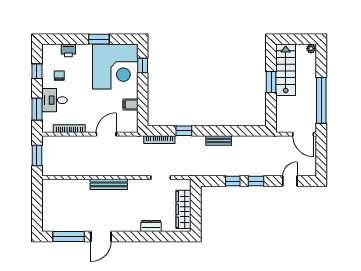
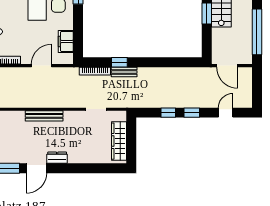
filing cabinet: (130, 104) -> (66, 41), width x2.00
door: (303, 134) -> (227, 66), moved
bench: (219, 140) -> (124, 72), moved
dresser: (151, 226) -> (57, 158), moved

